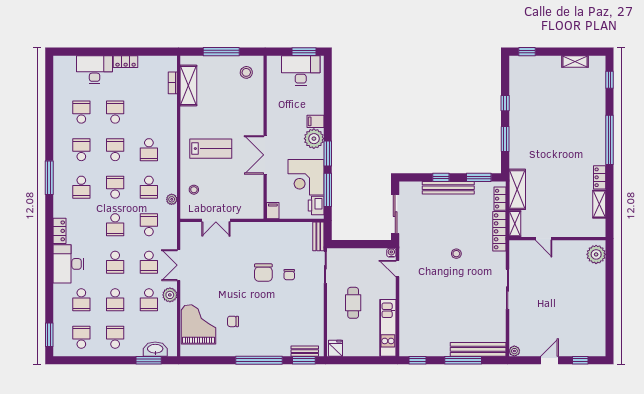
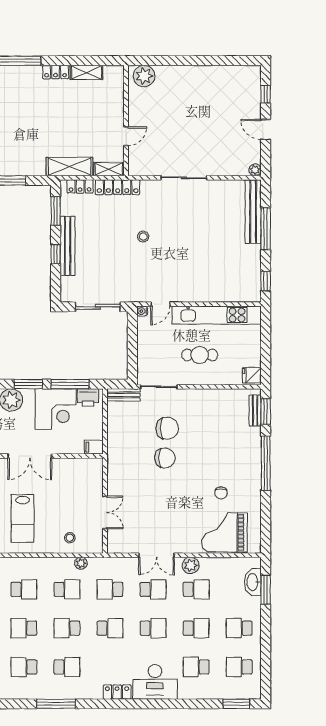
lab bench: (211, 149) -> (23, 518), turned 180
chair: (289, 275) -> (167, 428), width x1.87, depth x1.87
school desk: (81, 300) -> (196, 667), turned 180
kitchen unit: (388, 328) -> (217, 315), width x1.36

